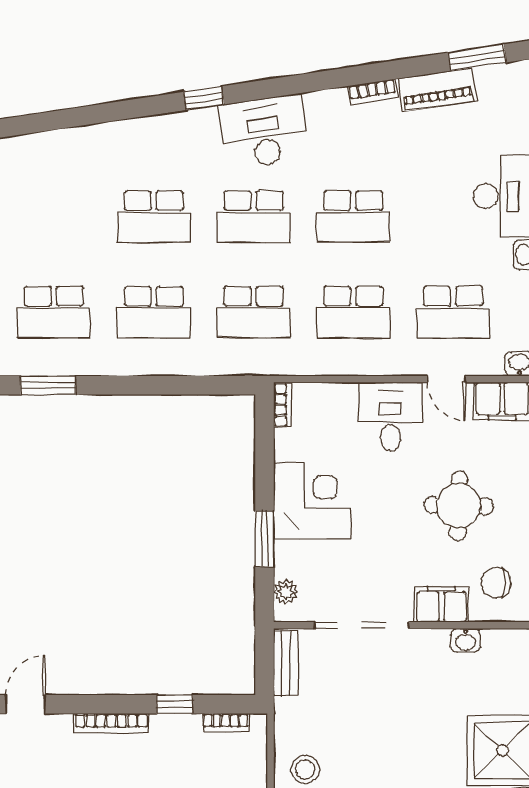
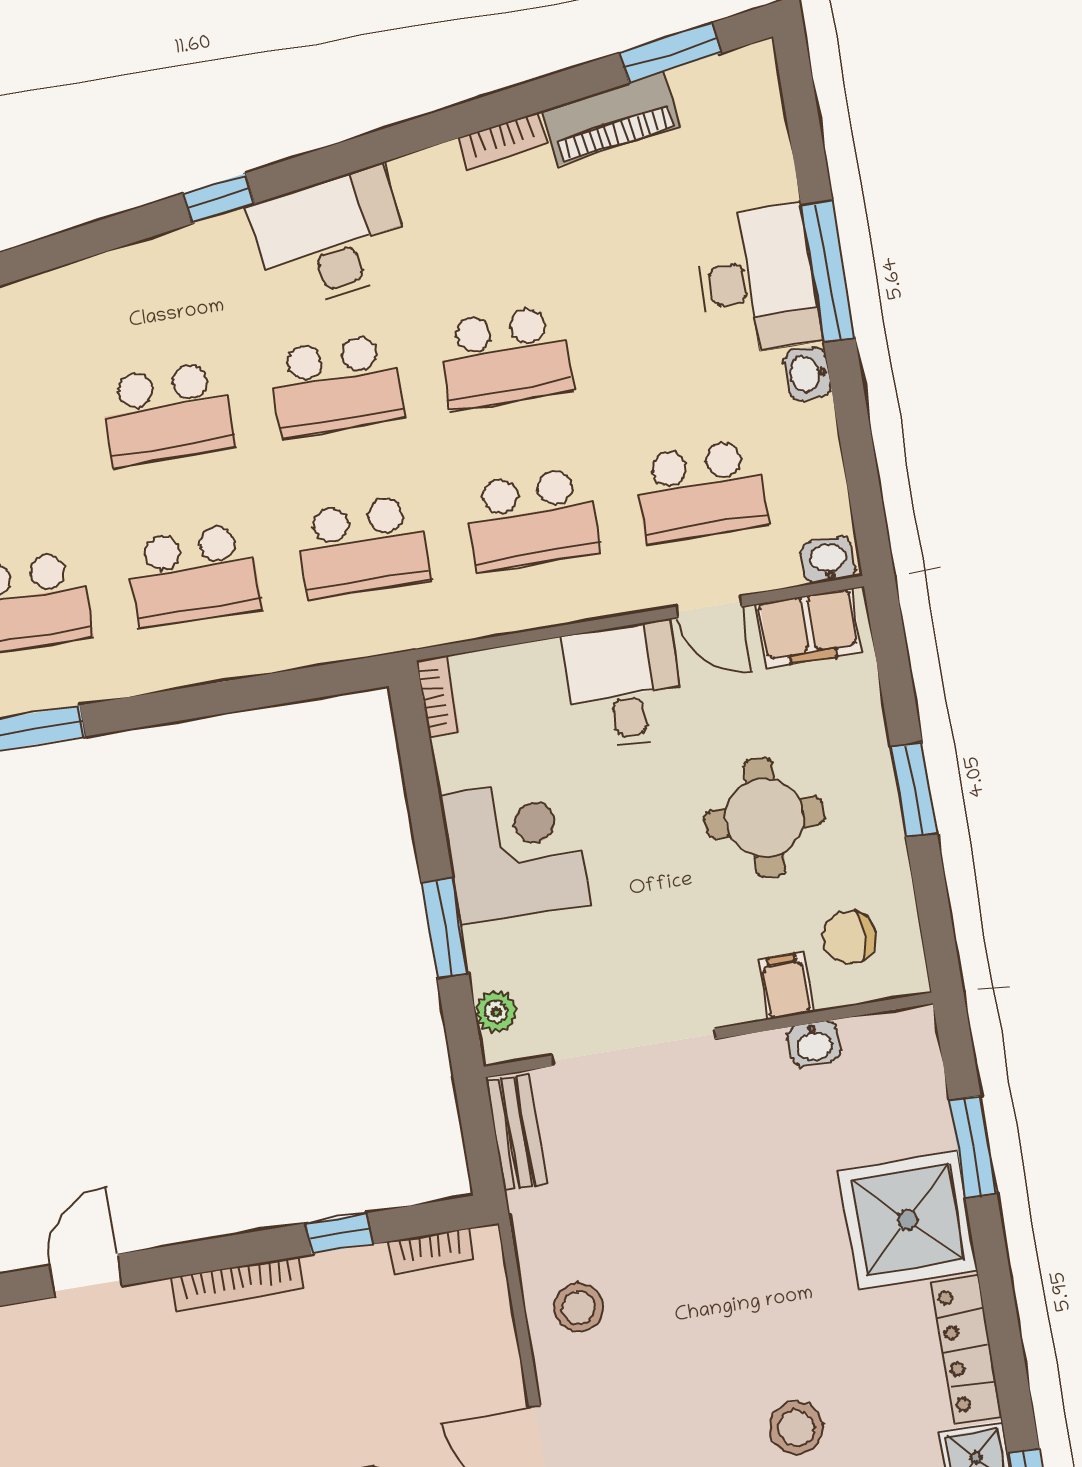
filing cabinet: (441, 604) -> (786, 986), width x0.50

